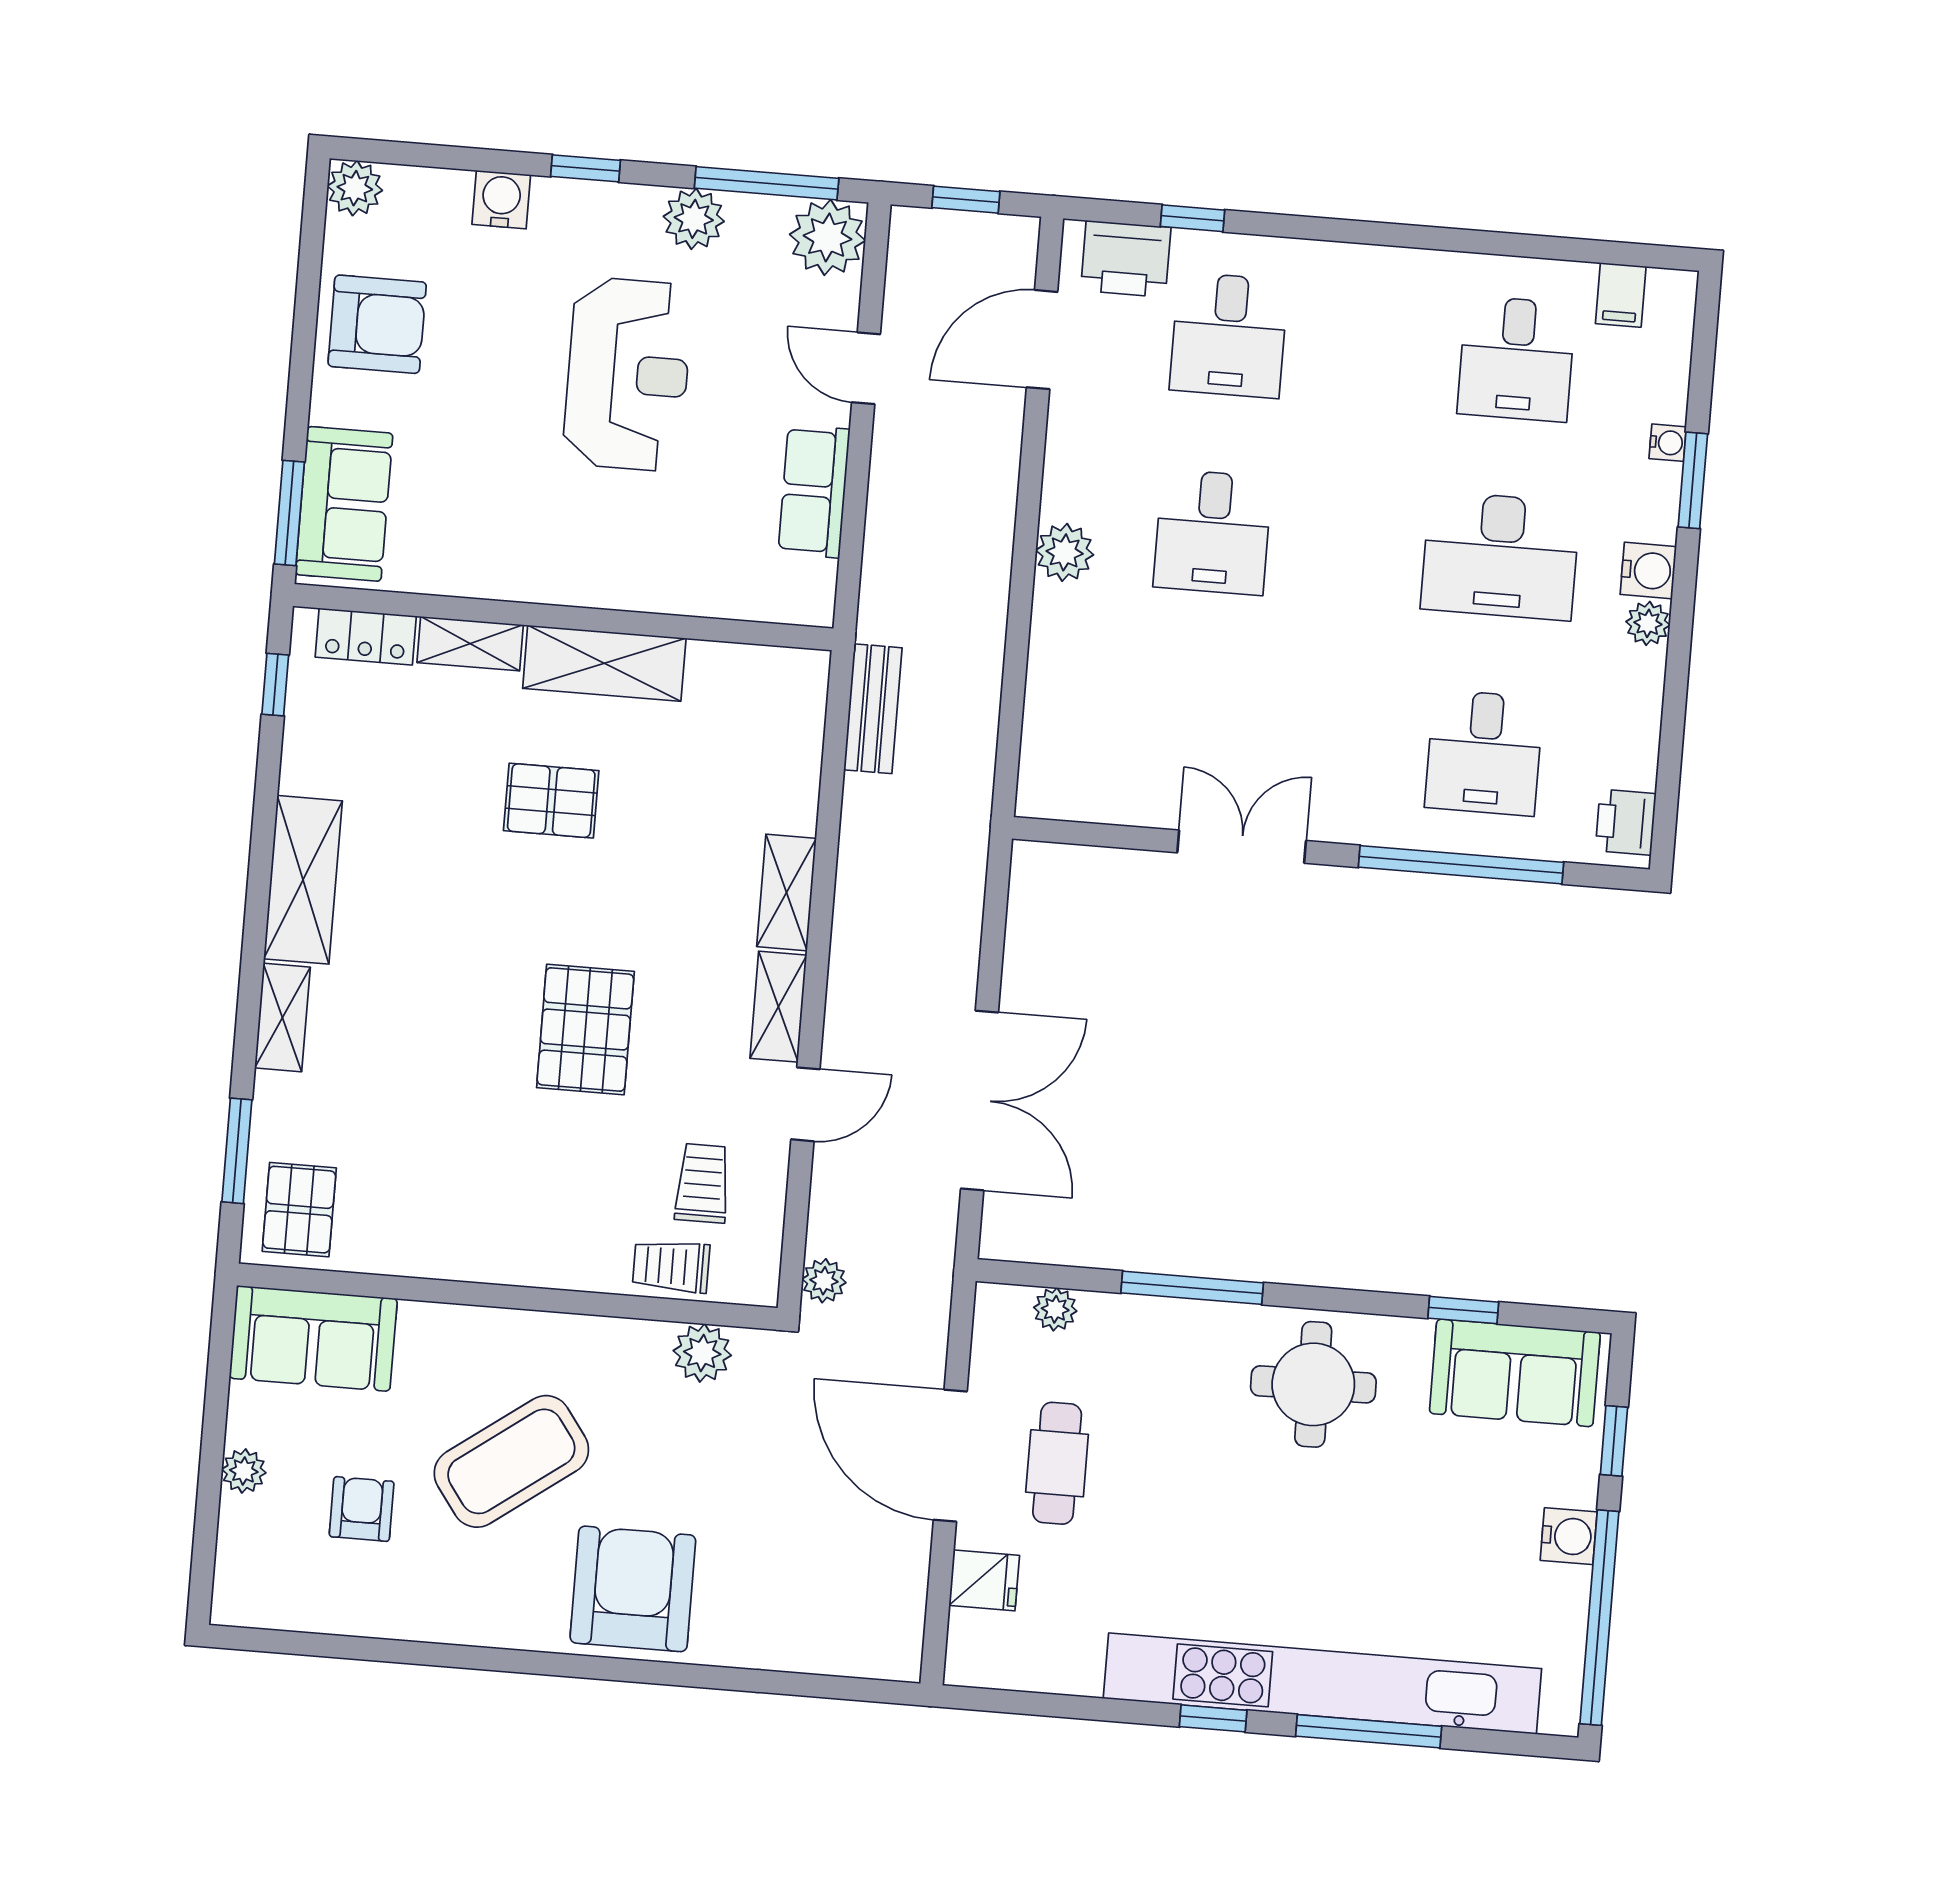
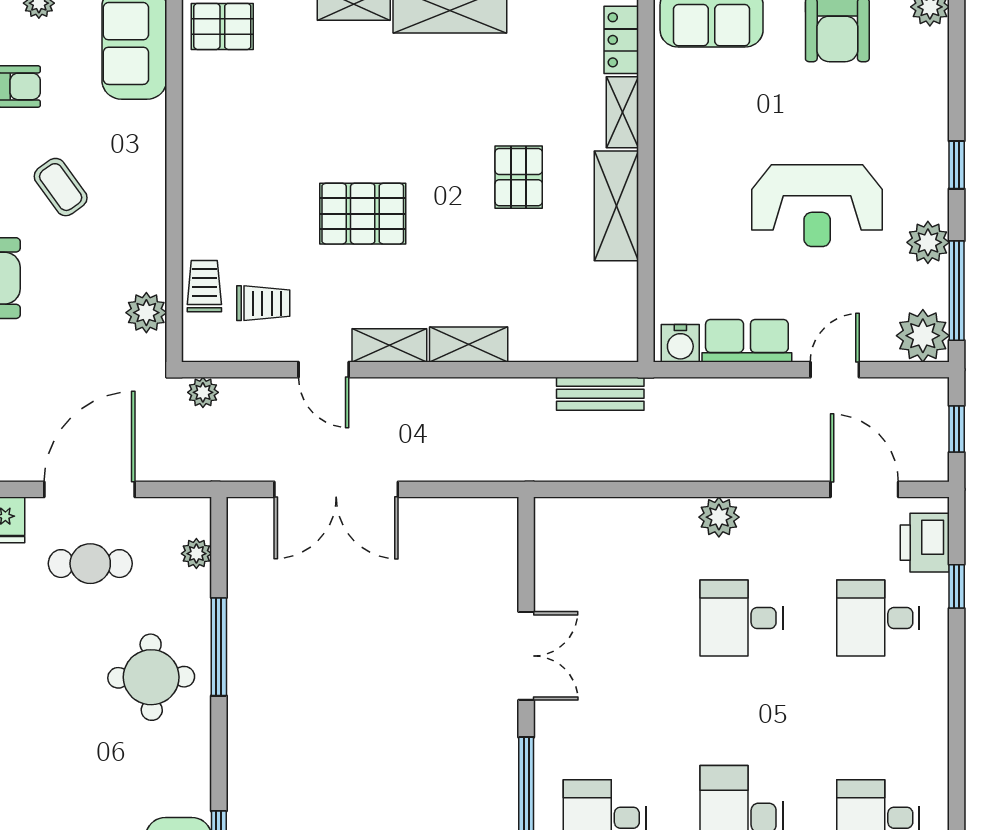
water cooler: (501, 200) -> (680, 343), moved, turned 90
round table: (1313, 1384) -> (151, 677), moved
coffee table: (511, 1461) -> (61, 187), width x0.54, depth x0.58

